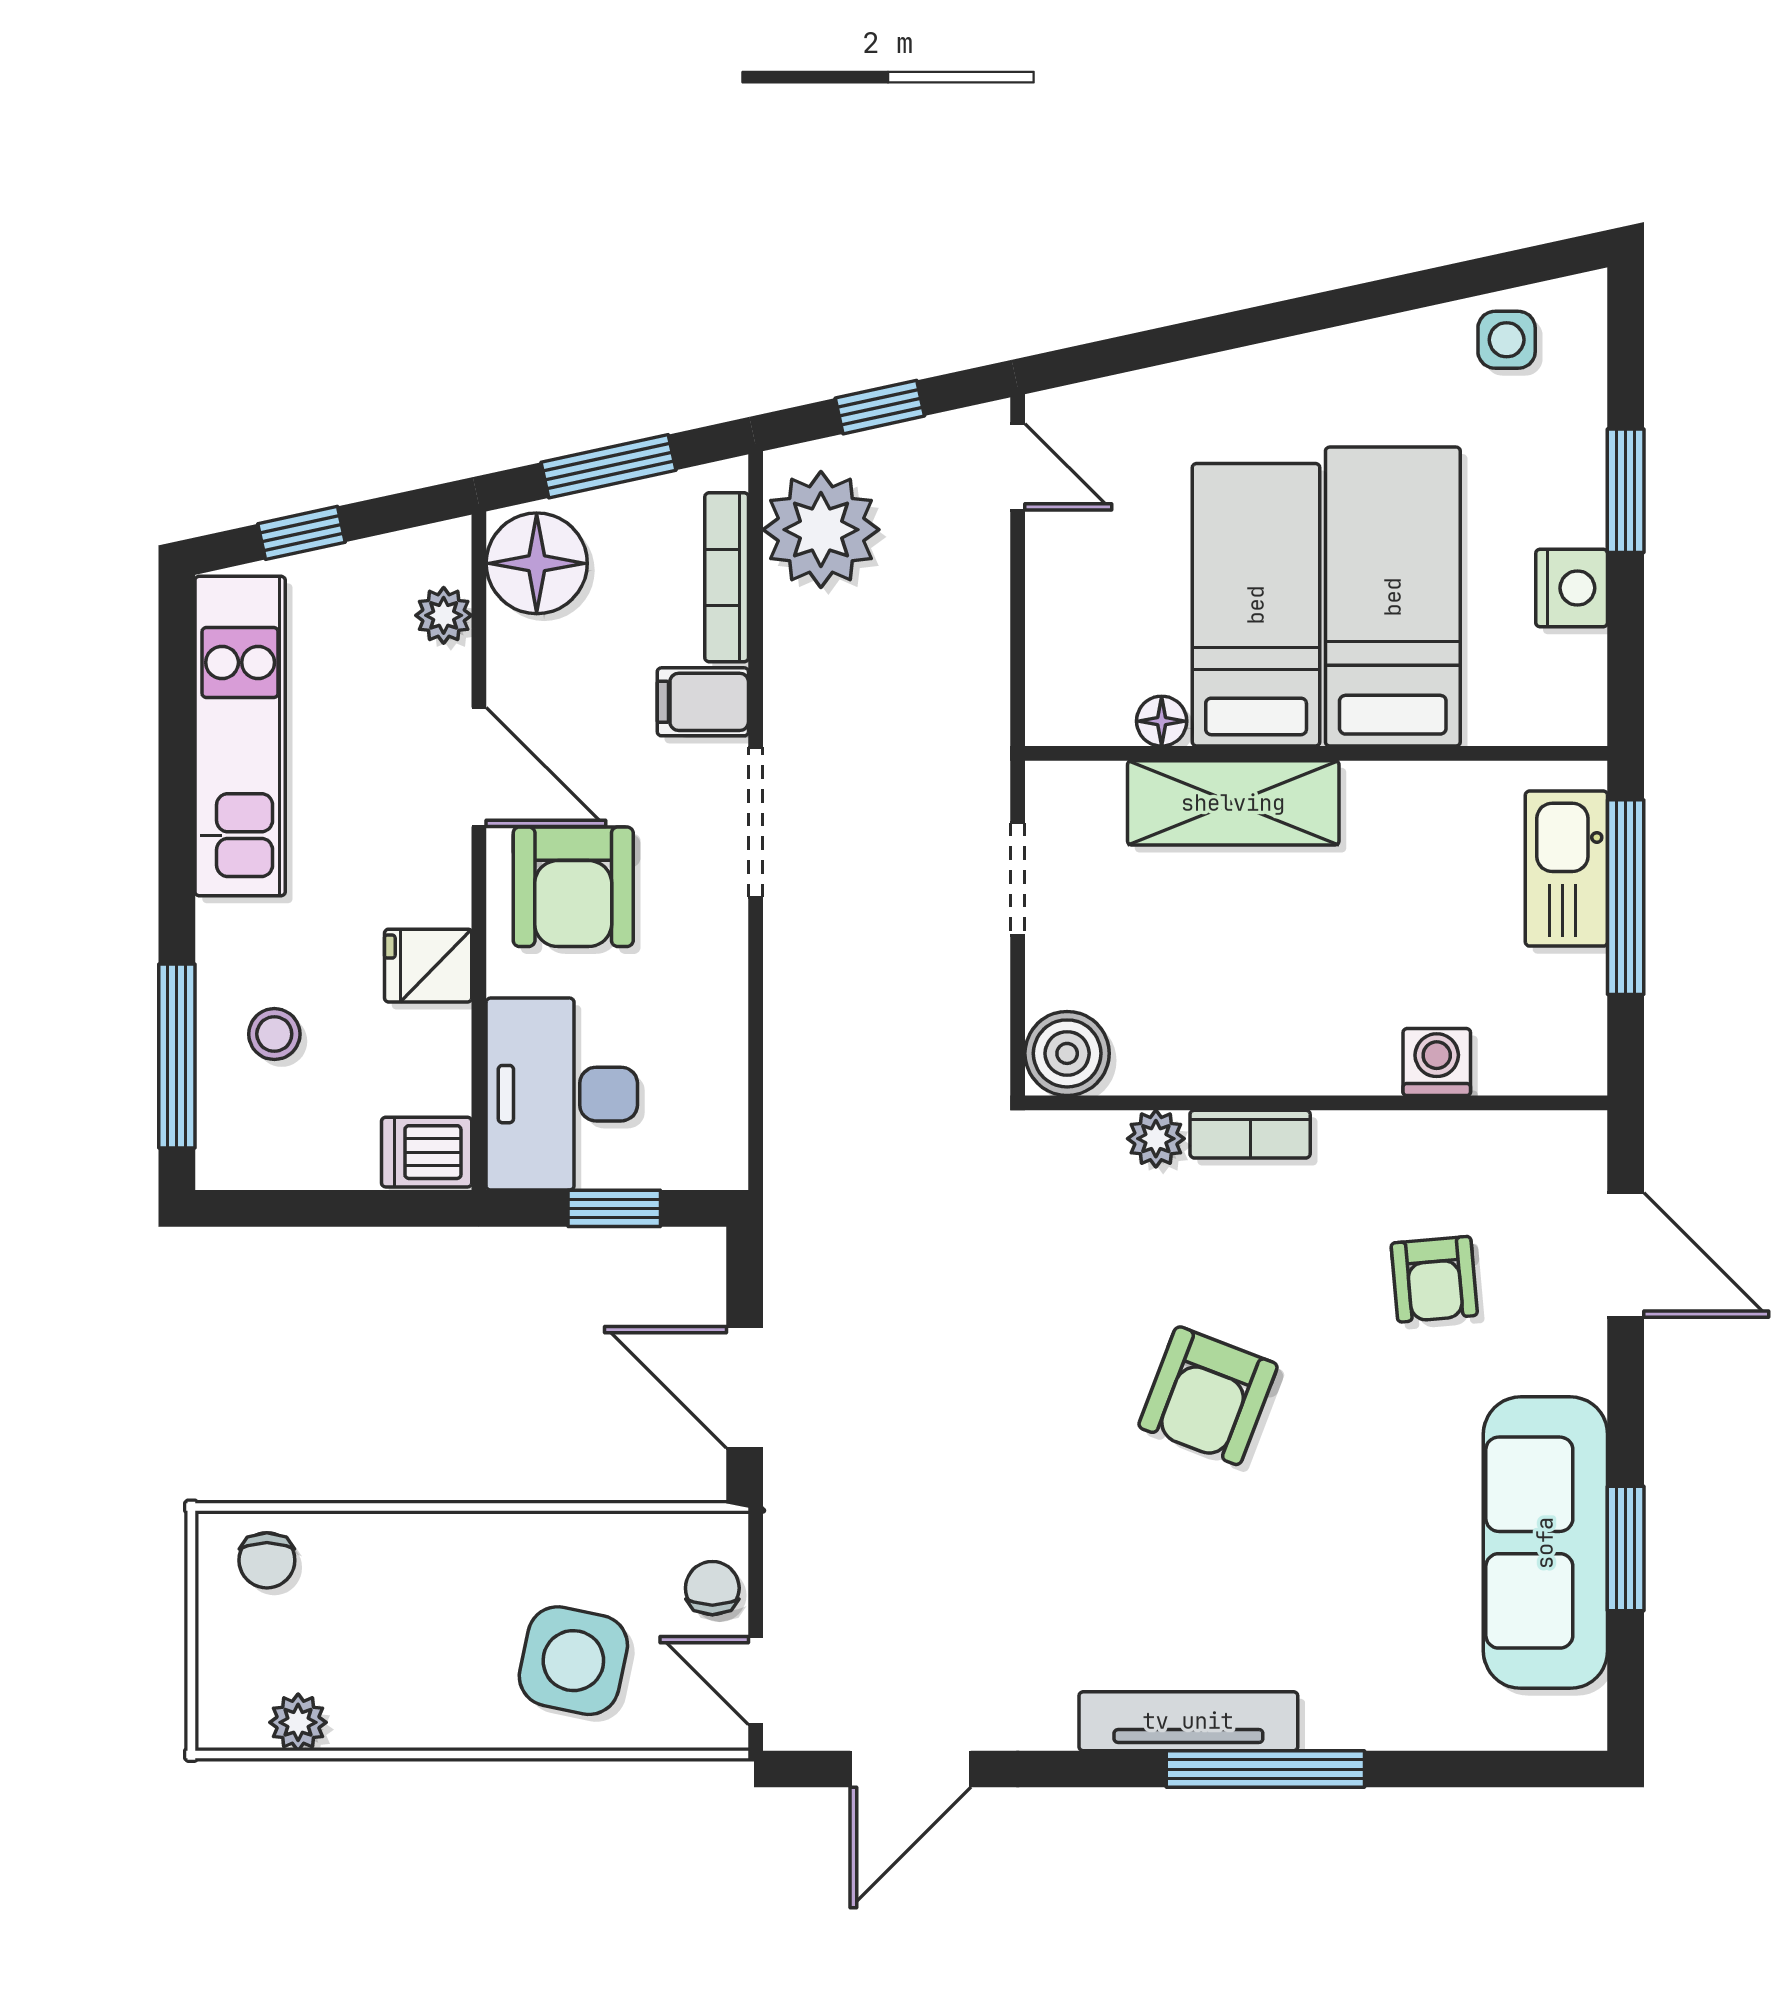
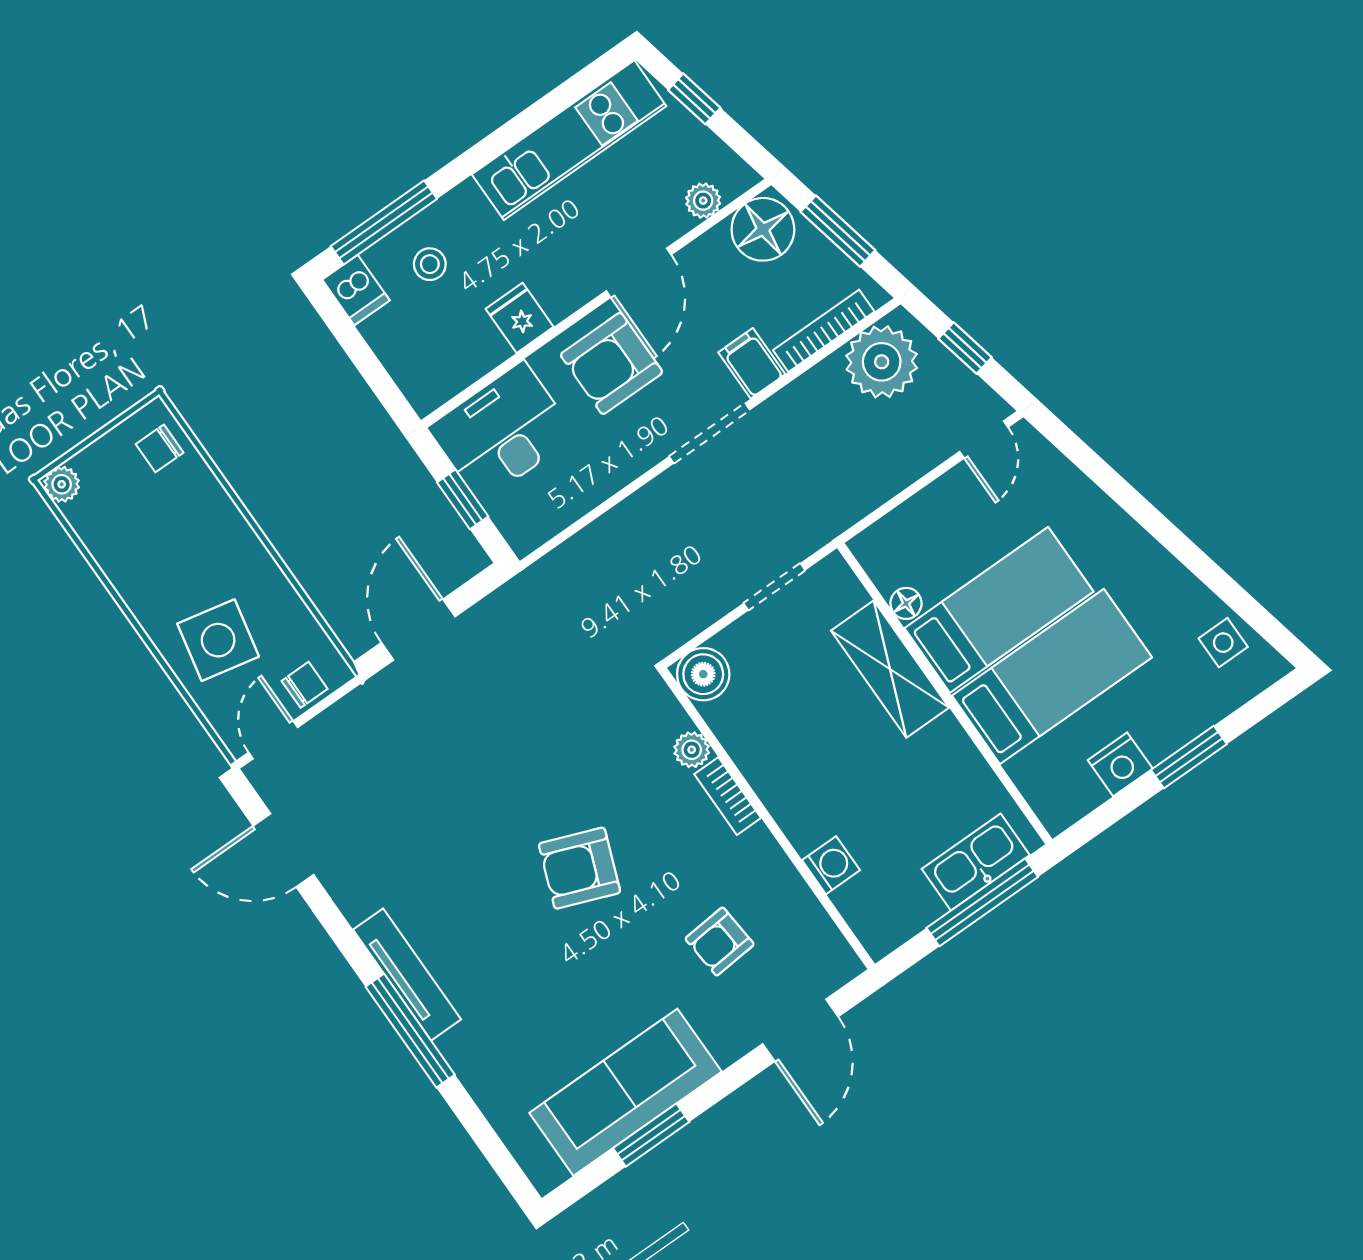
dishwasher: (427, 1152) -> (356, 290), moved, turned 180
plant: (298, 1722) -> (62, 484), moved

